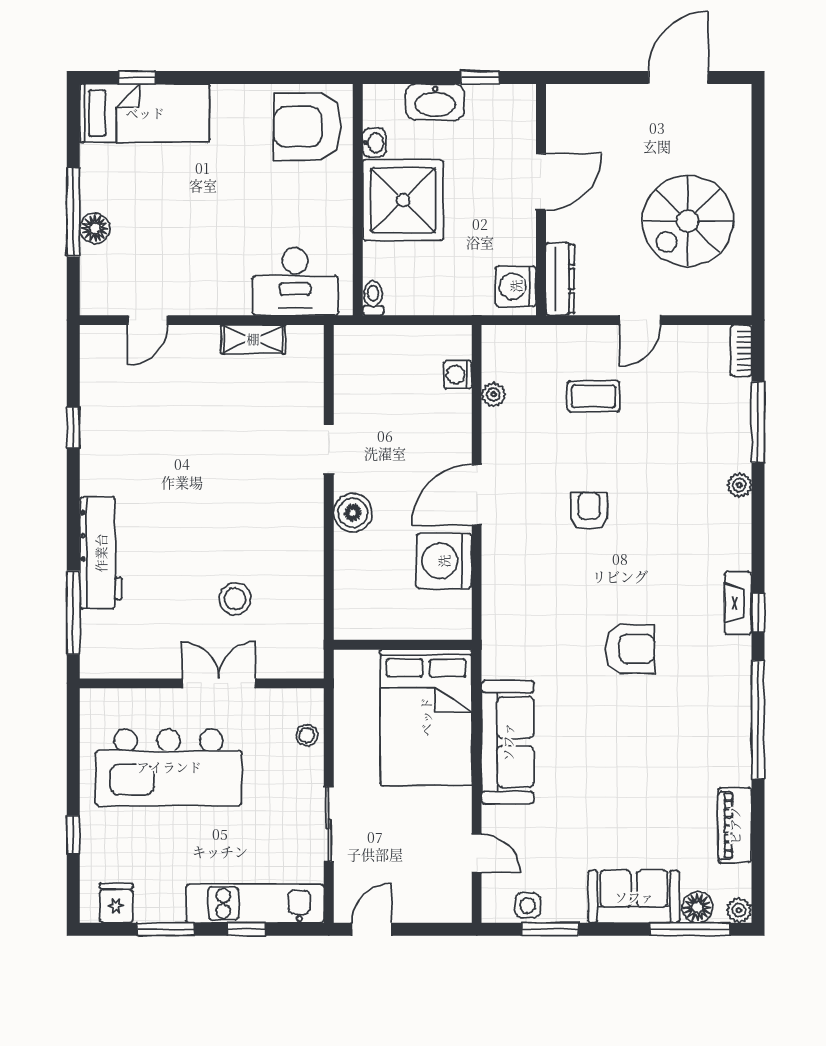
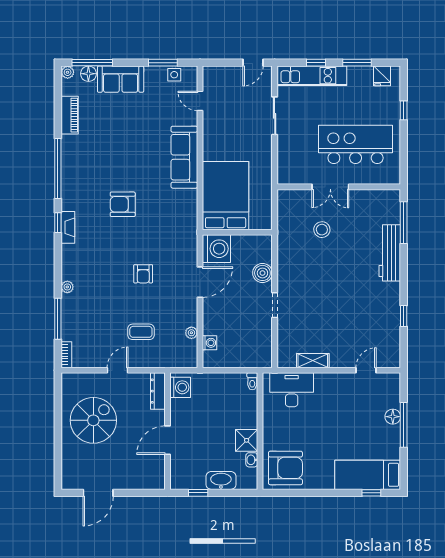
shower: (403, 200) -> (247, 440), width x0.54, depth x0.54
wall: (403, 645) -> (237, 232), moved
bed: (426, 717) -> (226, 196), moved
stool: (307, 735) -> (286, 161), removed

